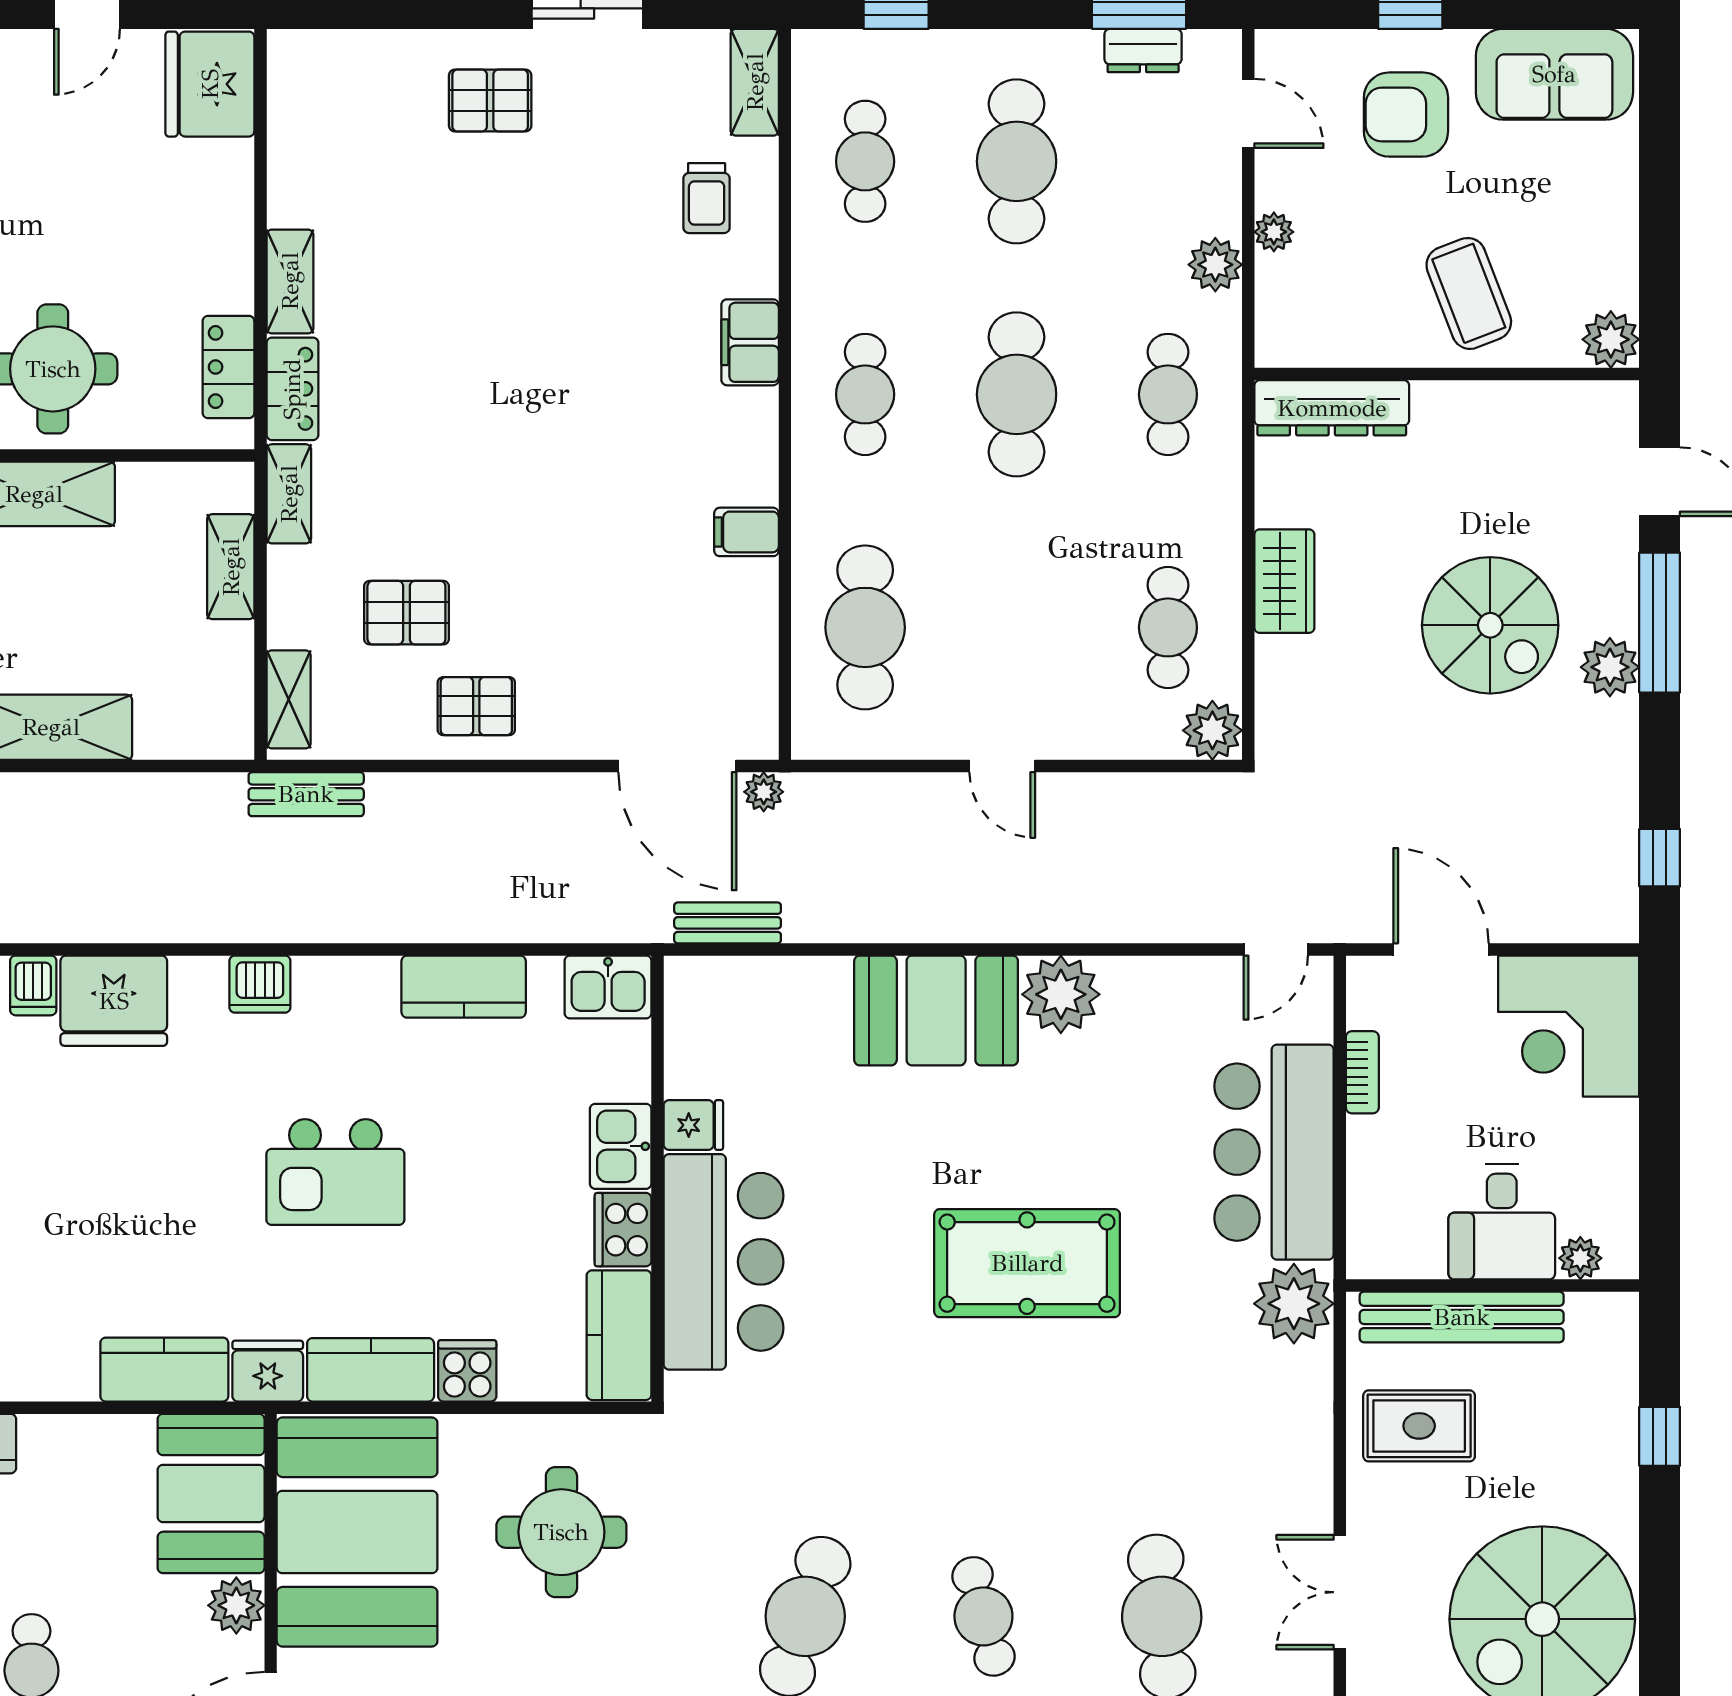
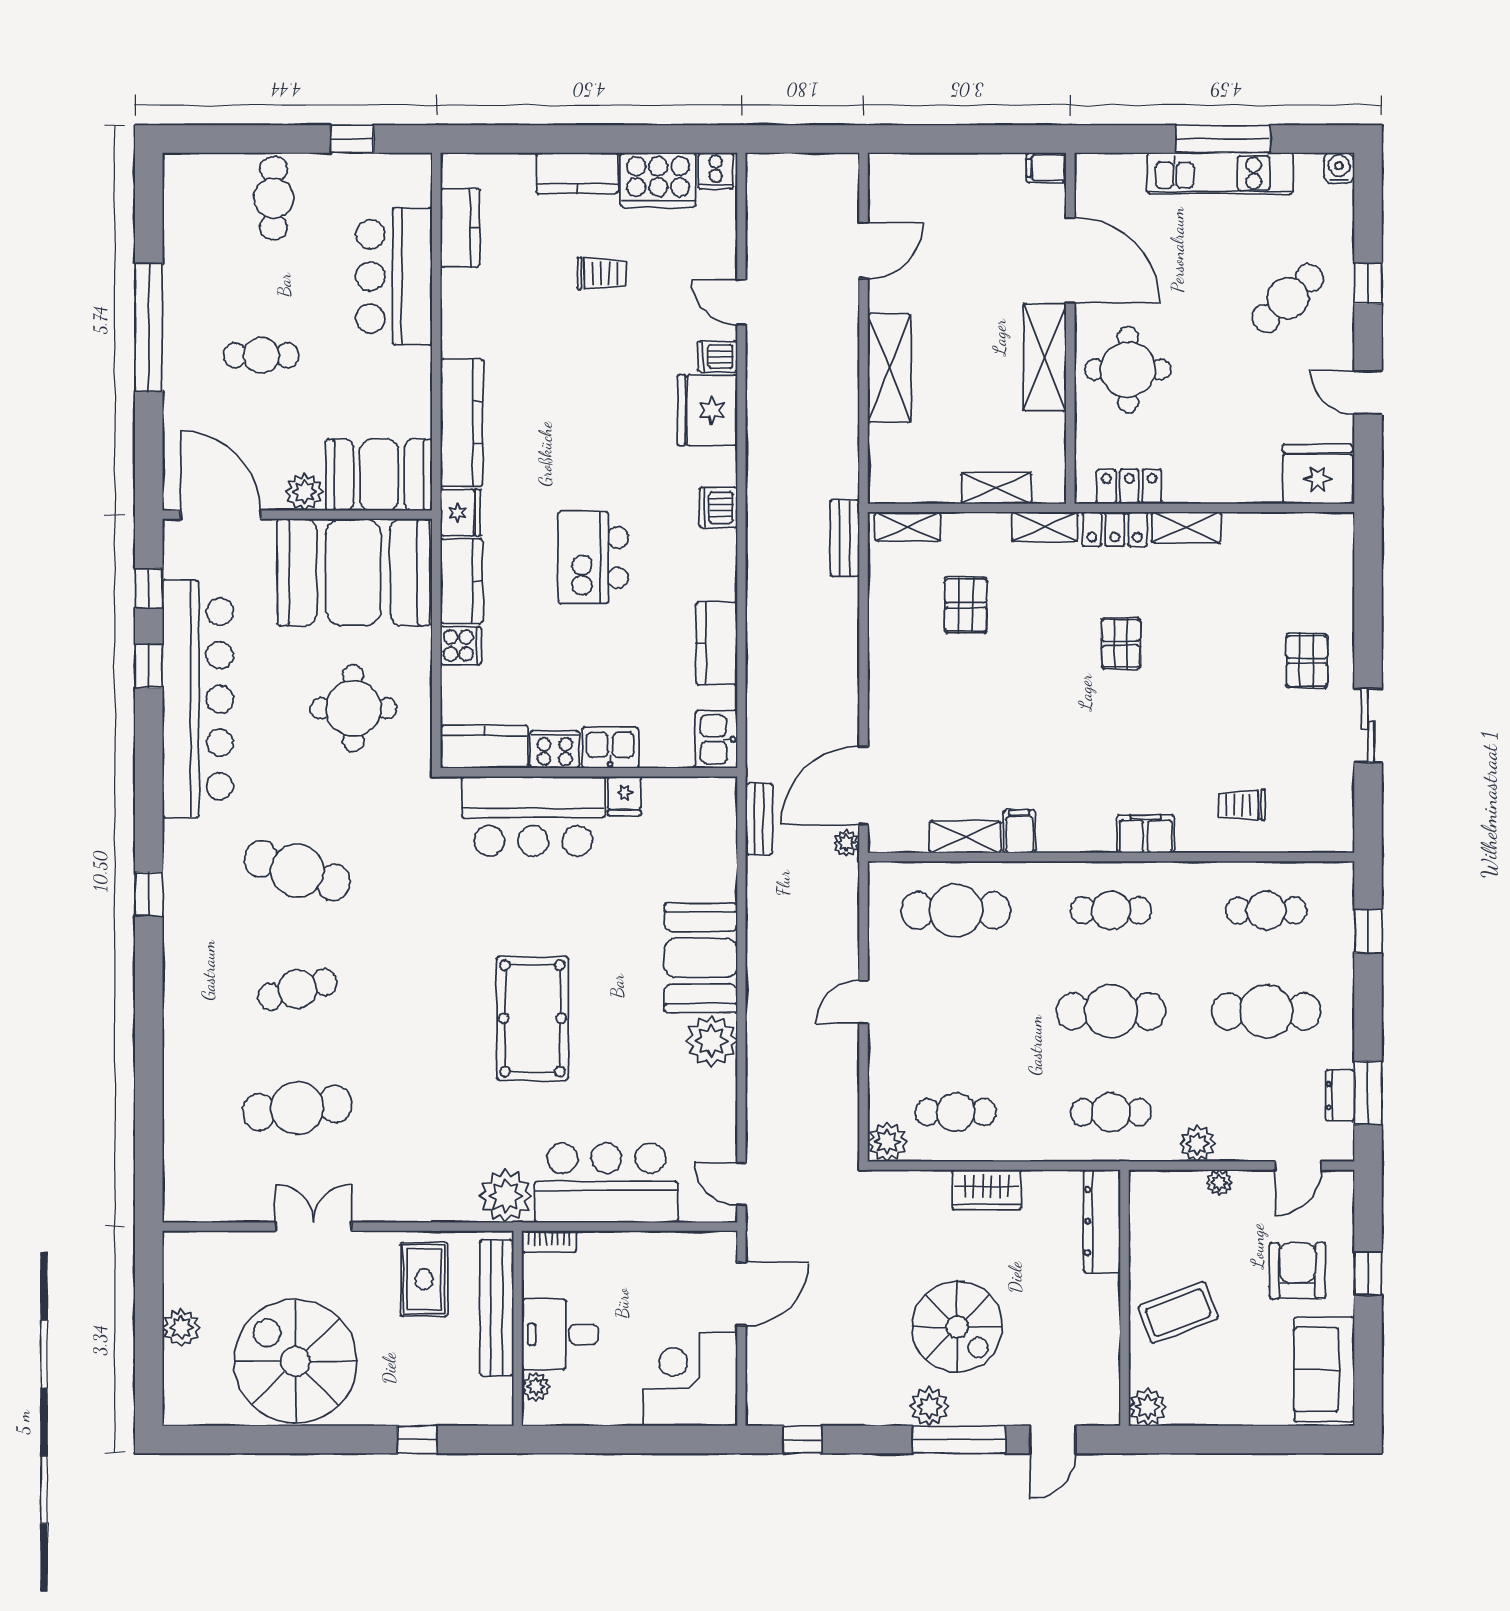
shelving: (755, 82) -> (965, 837), moved
spiral stairs: (1490, 625) -> (957, 1327), turned -90
pallet: (476, 706) -> (1121, 643), moved
bookcase: (1362, 1072) -> (549, 1242), moved
kitchen counter: (164, 1370) -> (462, 423), width x1.50

